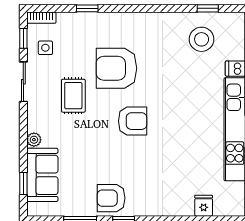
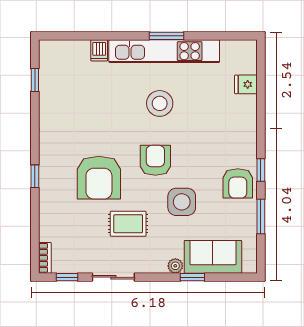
window: (87, 8) -> (35, 176), moved
stool: (202, 39) -> (160, 103), moved
side table: (45, 48) -> (182, 202), moved, width x1.87, depth x1.87
window: (23, 183) -> (192, 277), moved

